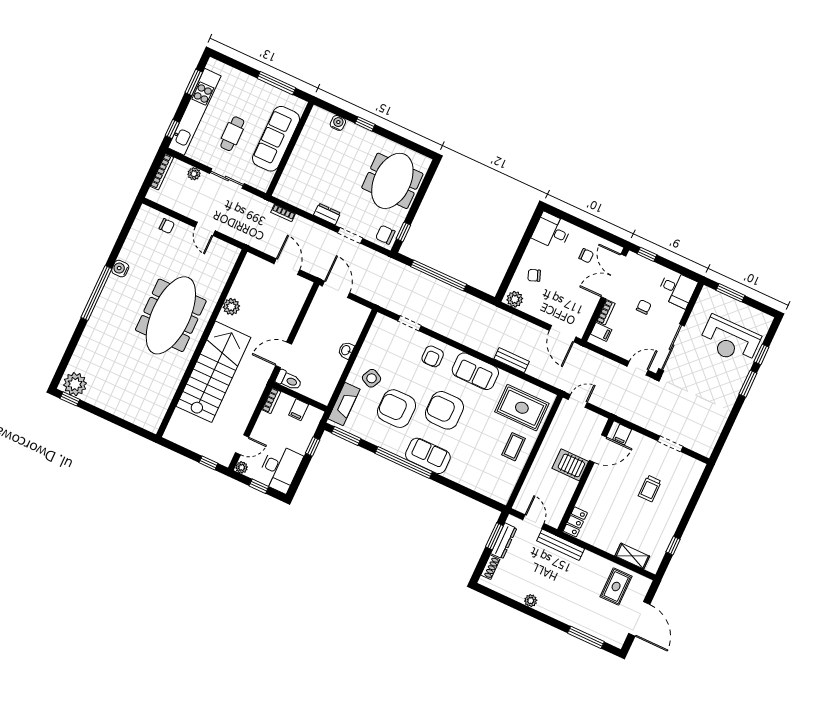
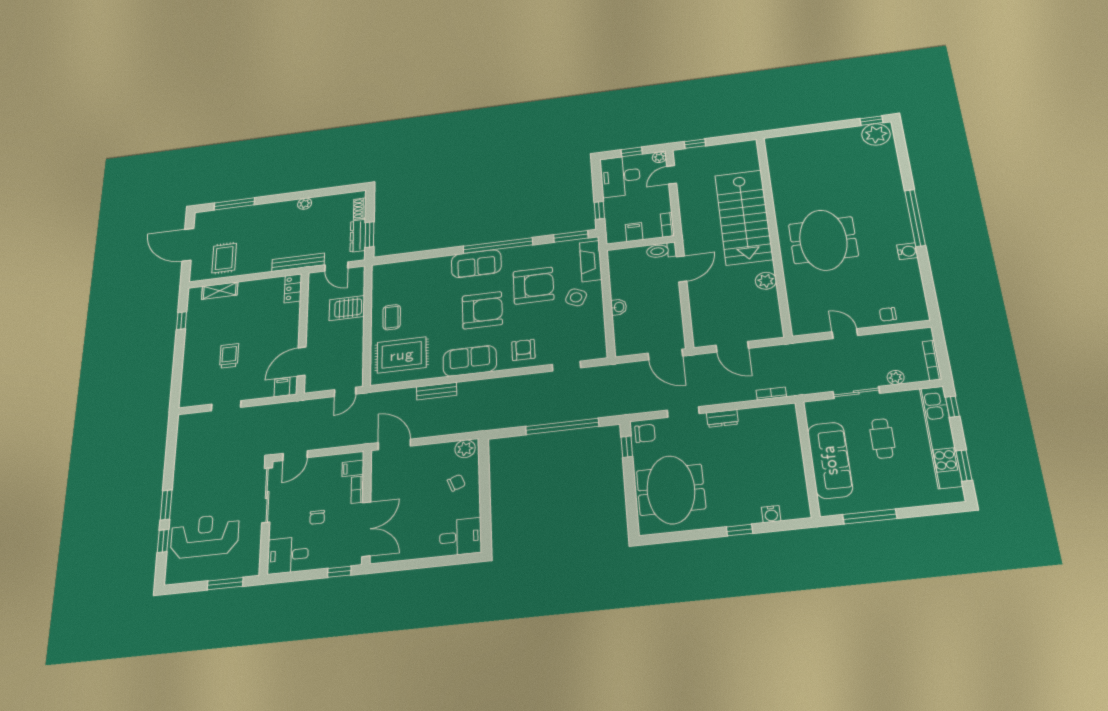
chair: (586, 256) -> (408, 533), removed
meeting table: (171, 315) -> (823, 240), width x0.73
server rack: (570, 465) -> (347, 308), moved, turned 180

